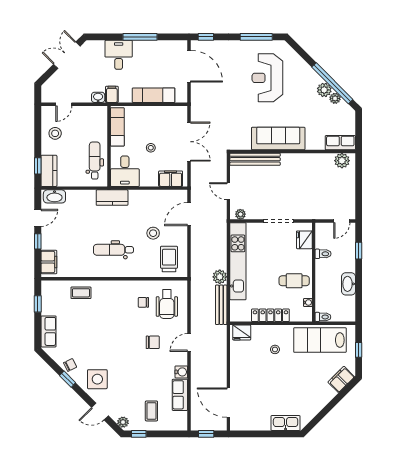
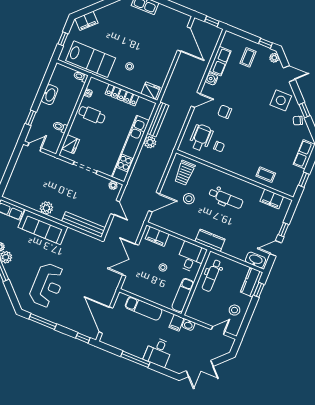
sofa: (278, 139) -> (43, 227), moved
plant: (342, 161) -> (46, 208), moved
filing cabinet: (49, 262) -> (272, 199), moved, turned -90

